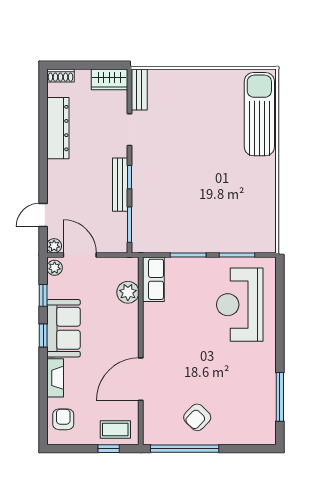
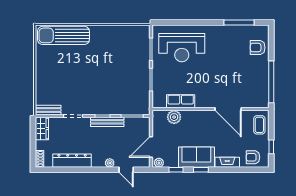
plant: (54, 246) -> (110, 163), moved
row of seats: (153, 279) -> (181, 101), moved
armchair: (197, 417) -> (258, 48), moved, turned 136
window: (109, 449) -> (271, 147), moved

